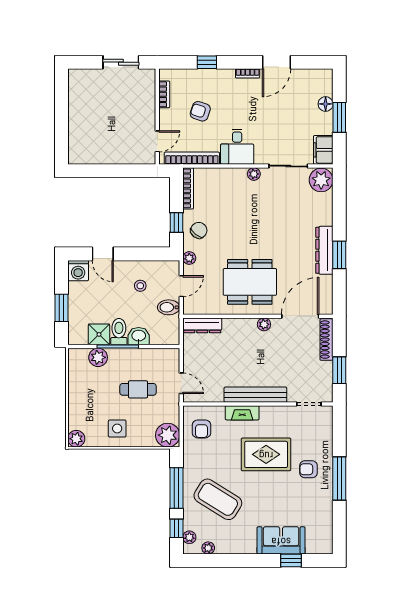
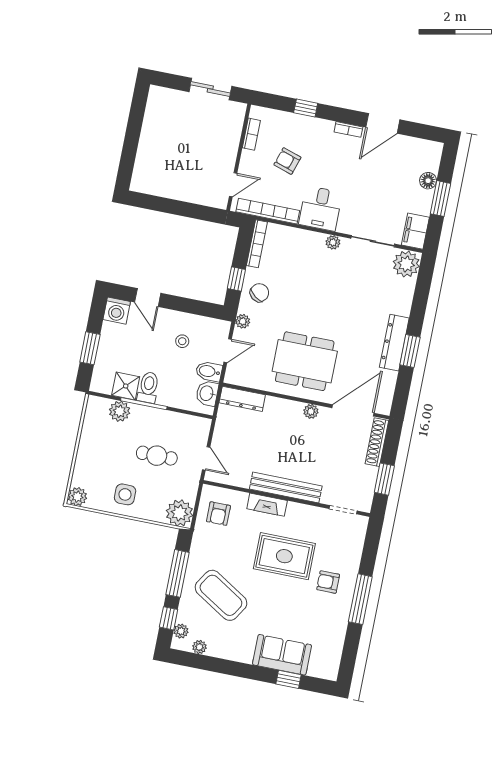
washbasin: (139, 336) -> (207, 393), moved, turned -90

